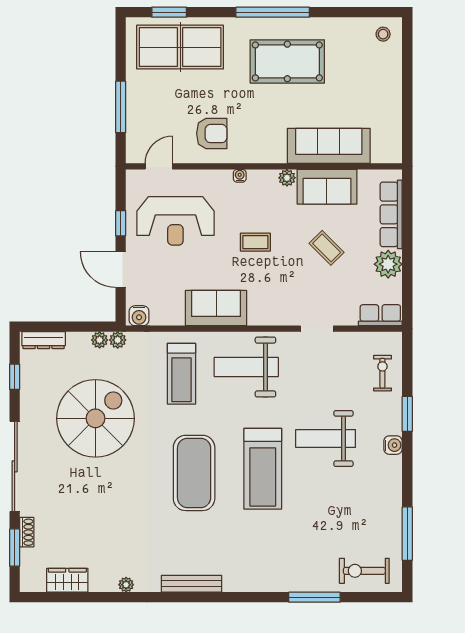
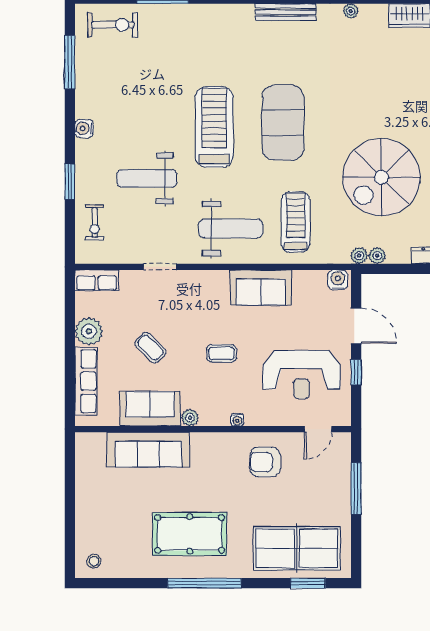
reception desk: (175, 221) -> (301, 375), turned 180
weight bench: (326, 439) -> (147, 178), moved, turned 180
water cooler: (393, 445) -> (84, 129), moved

